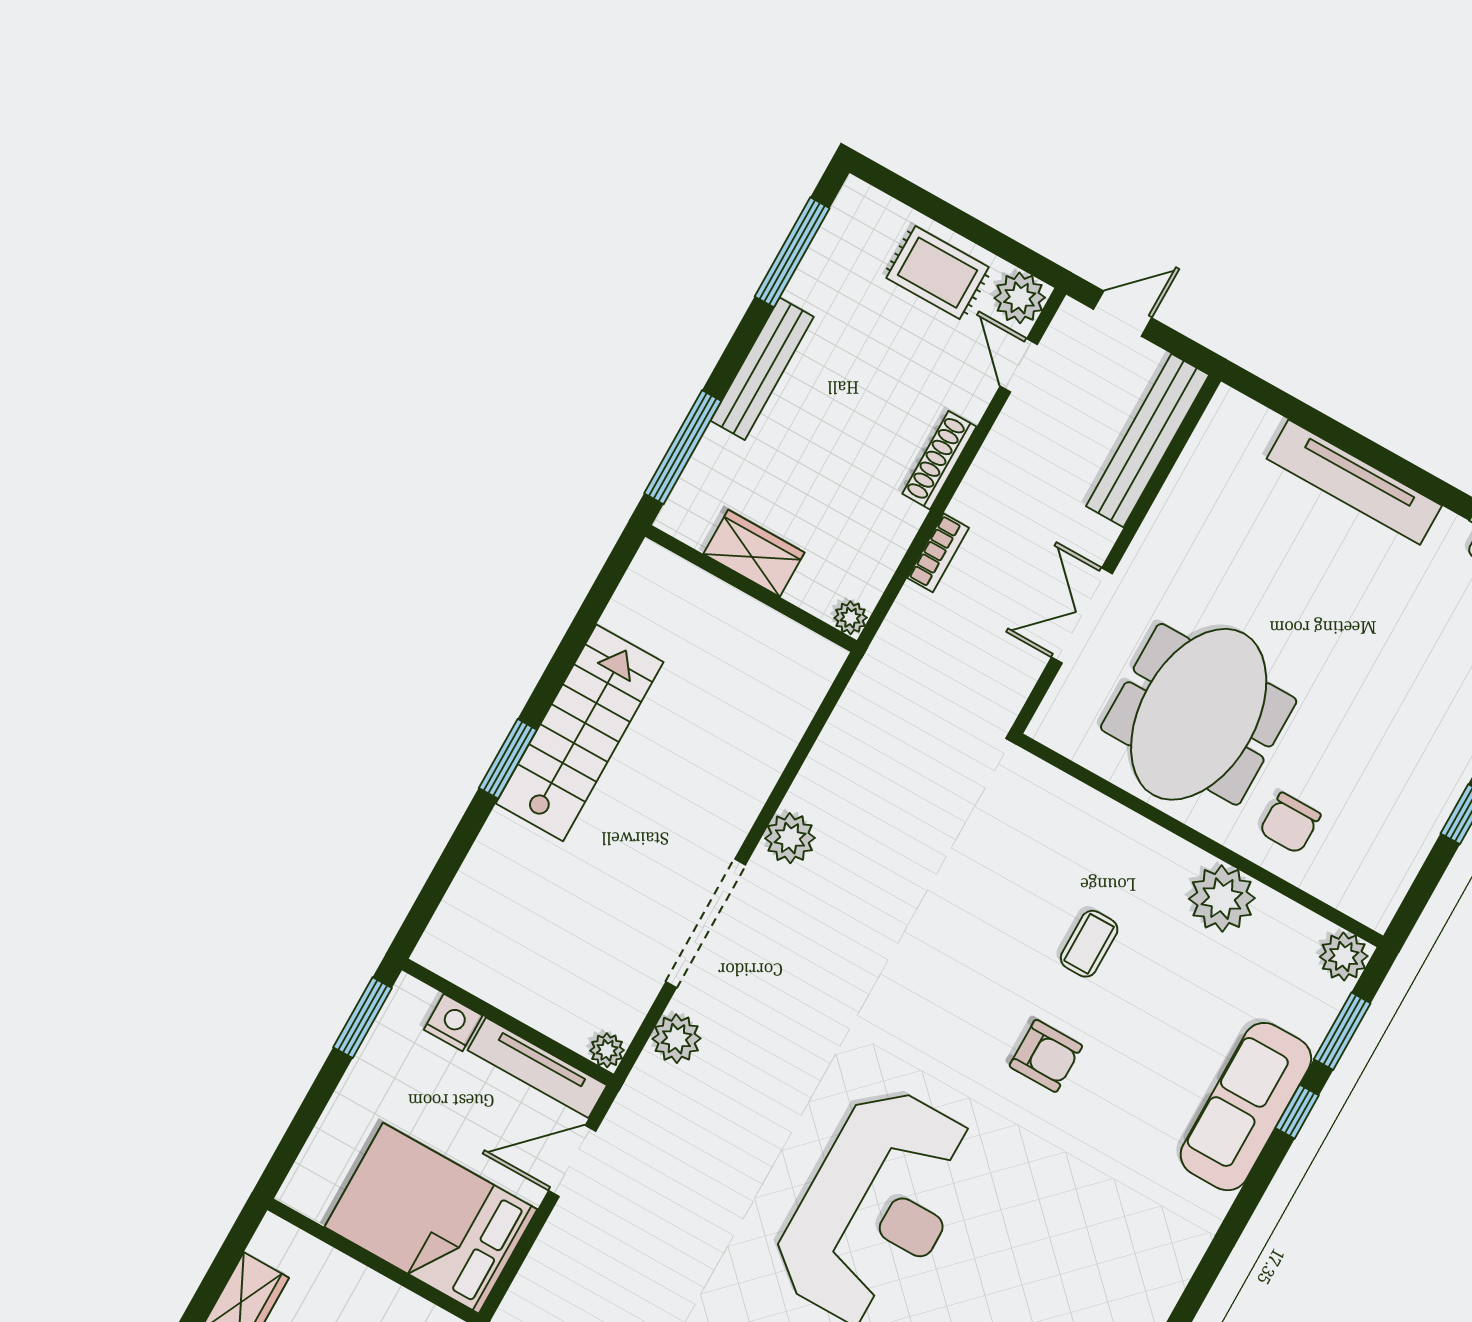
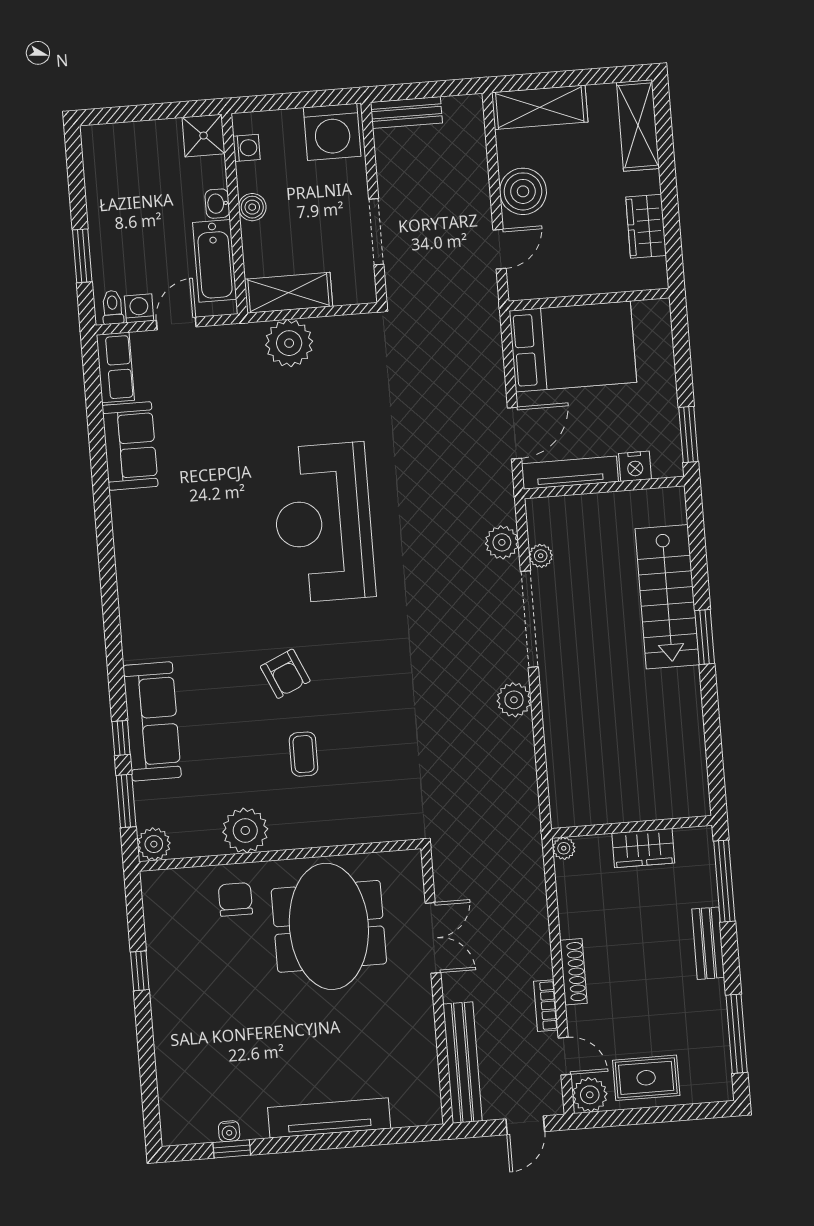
bench: (762, 369) -> (708, 943), width x0.73
bookcase: (938, 553) -> (546, 1006), moved
stairs: (580, 733) -> (667, 597), moved
plant: (607, 1050) -> (541, 556), moved
armchair: (1046, 1056) -> (285, 674), turned -114

